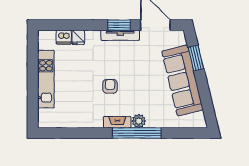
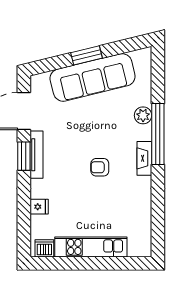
dishwasher: (64, 37) -> (44, 248), moved, turned -90
window: (196, 58) -> (87, 55), moved
plant: (139, 121) -> (143, 115), moved

